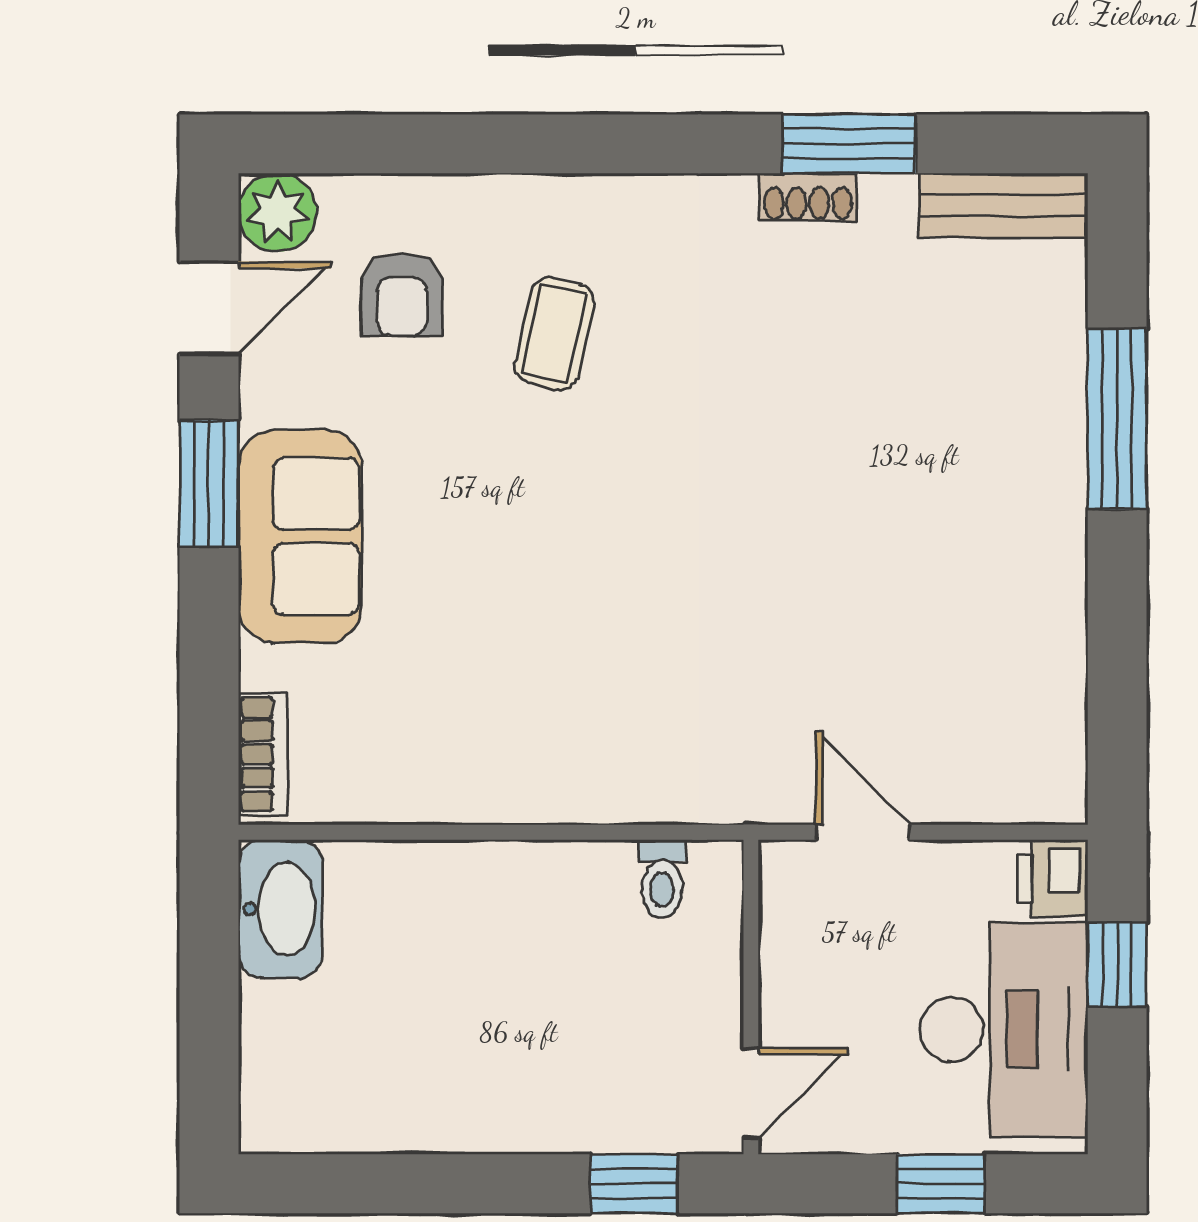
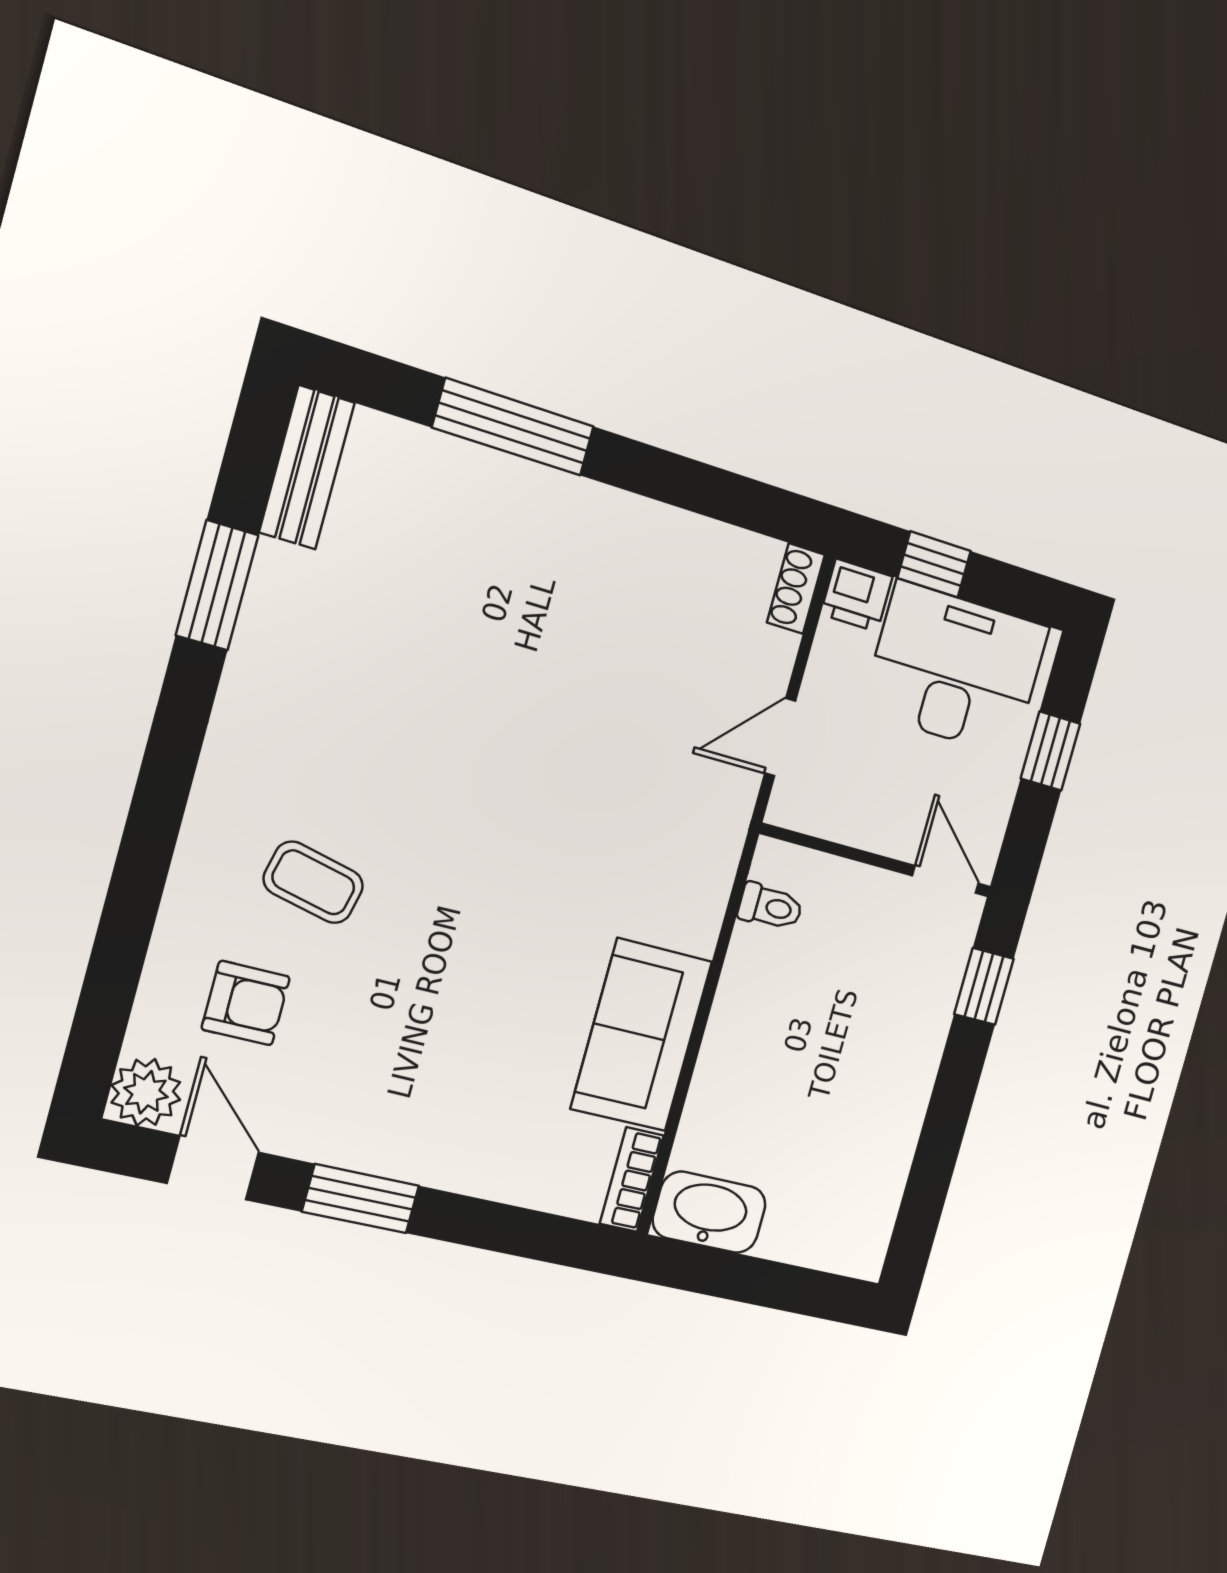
shoe rack: (808, 197) -> (796, 589), moved, turned 180
sofa: (300, 536) -> (641, 1035), moved, turned -90
bookcase: (263, 754) -> (632, 1180), moved, turned -90

